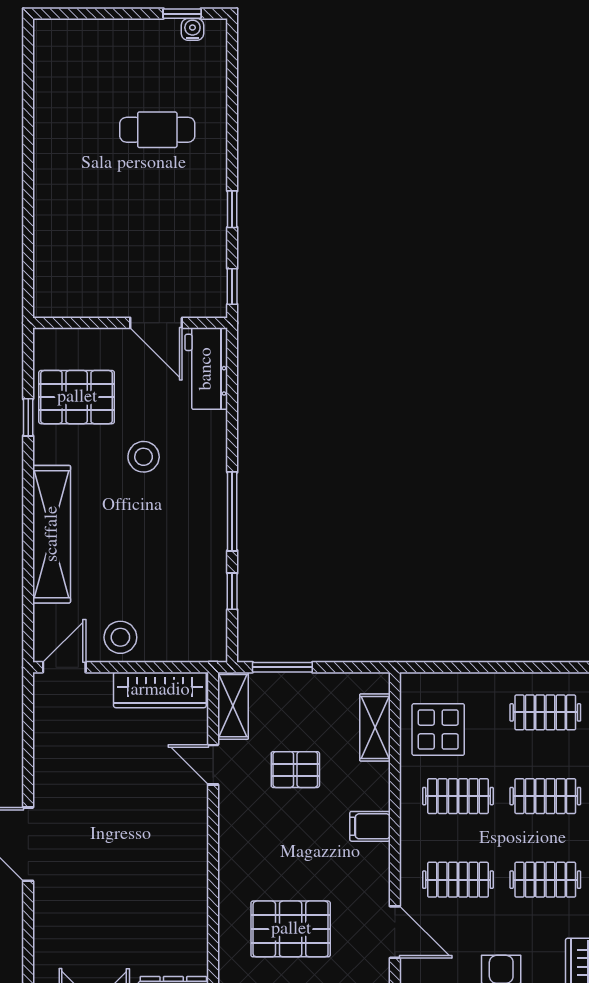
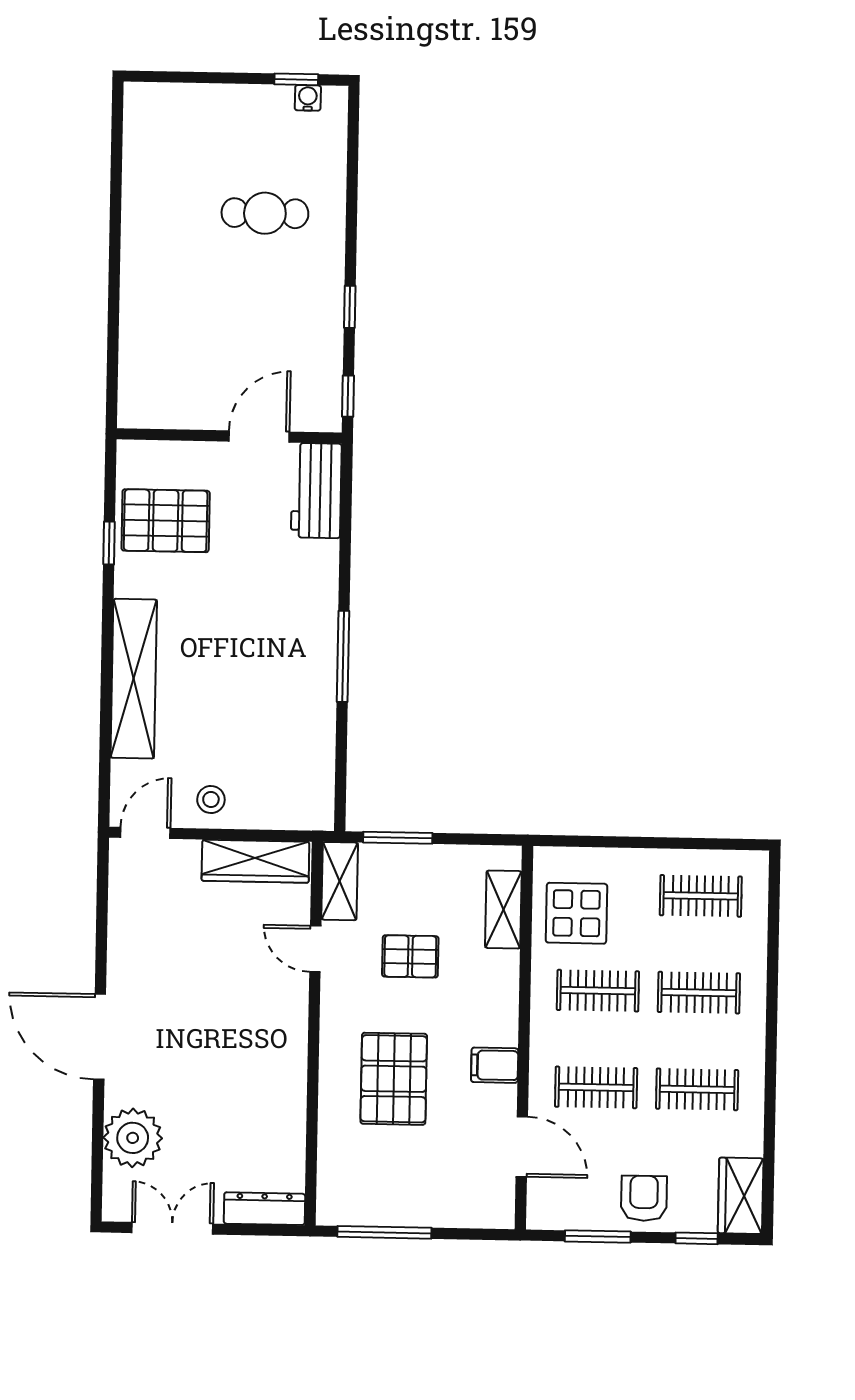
door: (156, 323) -> (259, 437), swing flipped
stool: (144, 457) -> (242, 591), removed
window: (232, 591) -> (341, 749), removed
stool: (120, 637) -> (211, 799), width x0.73, depth x0.73
filing cabinet: (370, 826) -> (495, 1065), moved
pallet: (291, 929) -> (394, 1079), moved, turned 90
plant: (58, 931) -> (133, 1138), added

